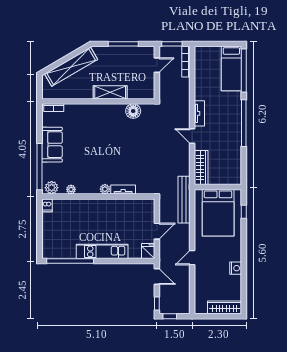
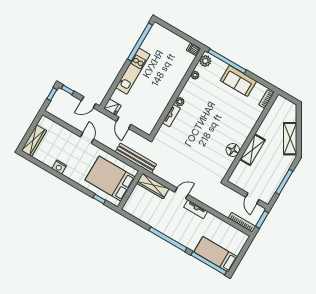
shelving: (71, 67) -> (290, 139), width x0.68
floor lamp: (133, 111) -> (233, 150), moved

